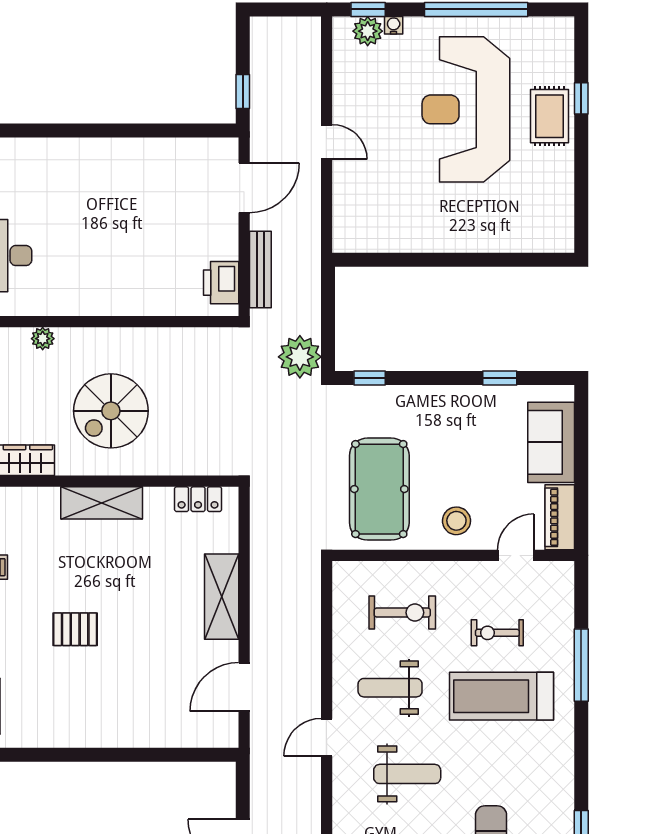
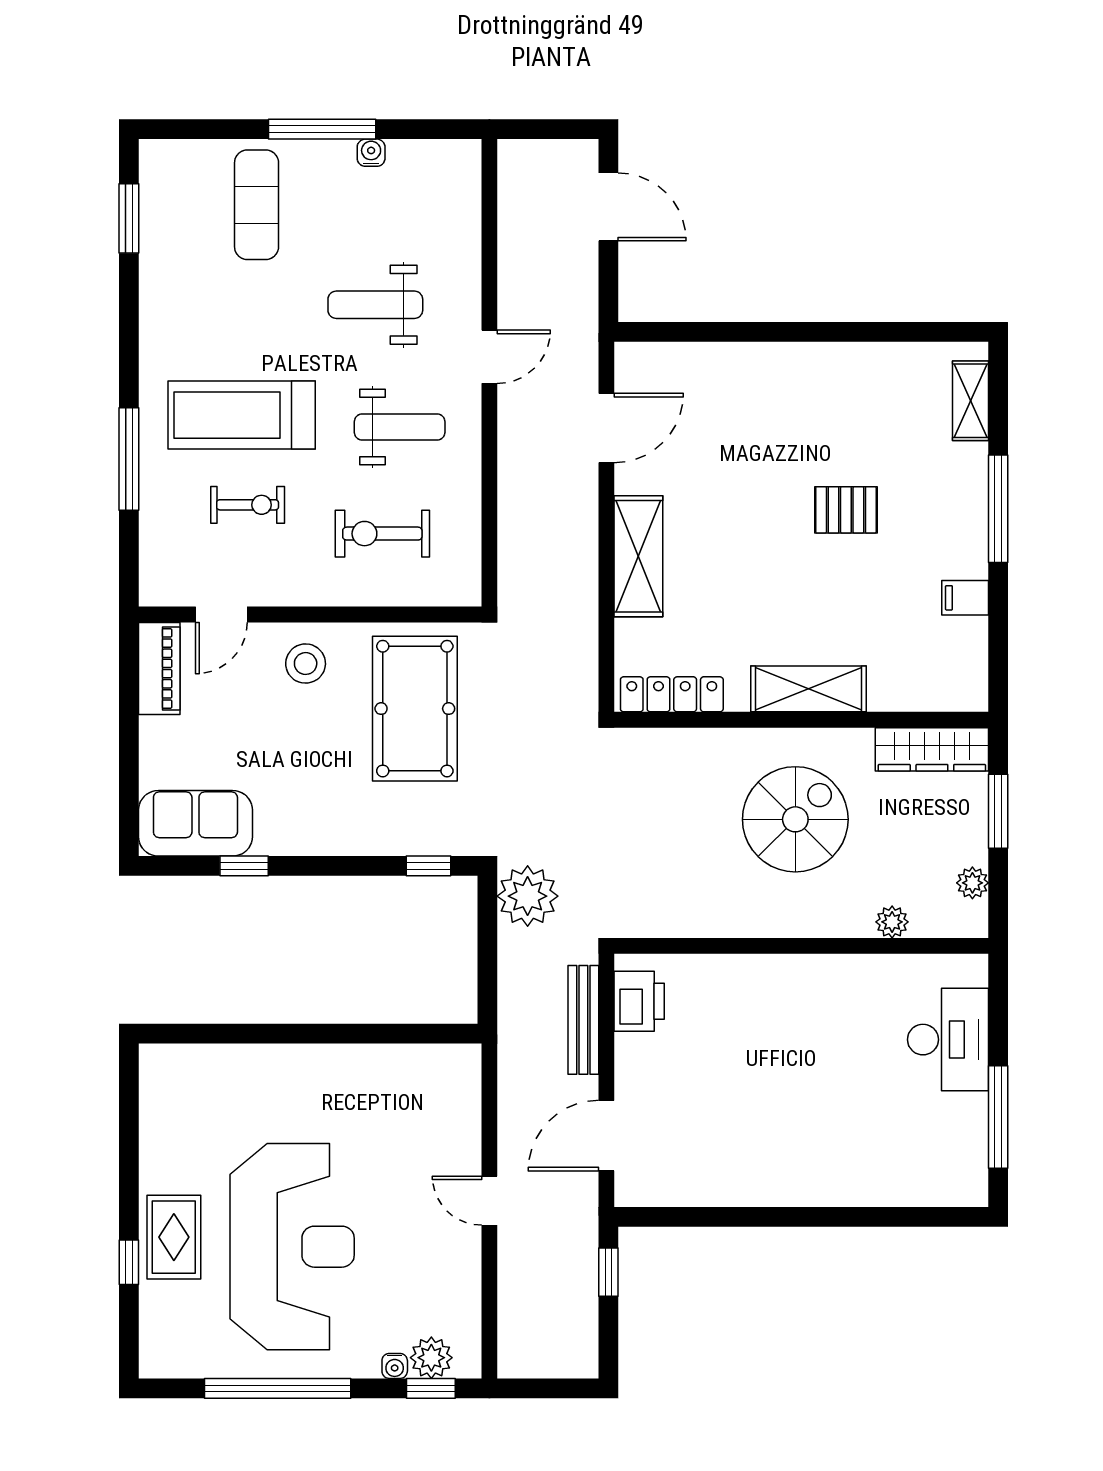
sofa: (551, 442) -> (195, 823), moved, turned -90
locker: (198, 499) -> (672, 694), width x1.53
treadmill: (502, 696) -> (242, 415), turned 180

